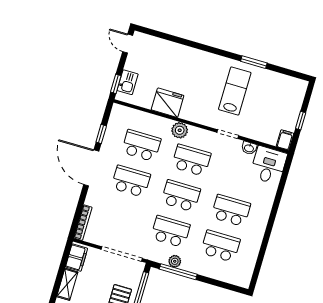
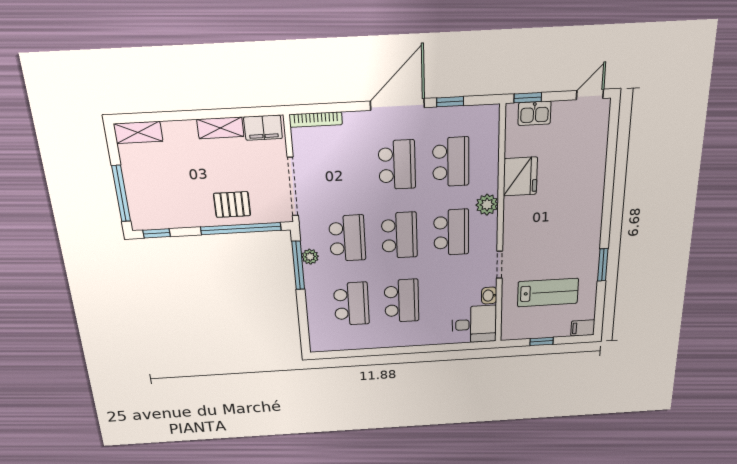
lab bench: (235, 91) -> (548, 293), moved
filing cabinet: (285, 140) -> (583, 328), moved, turned 180

